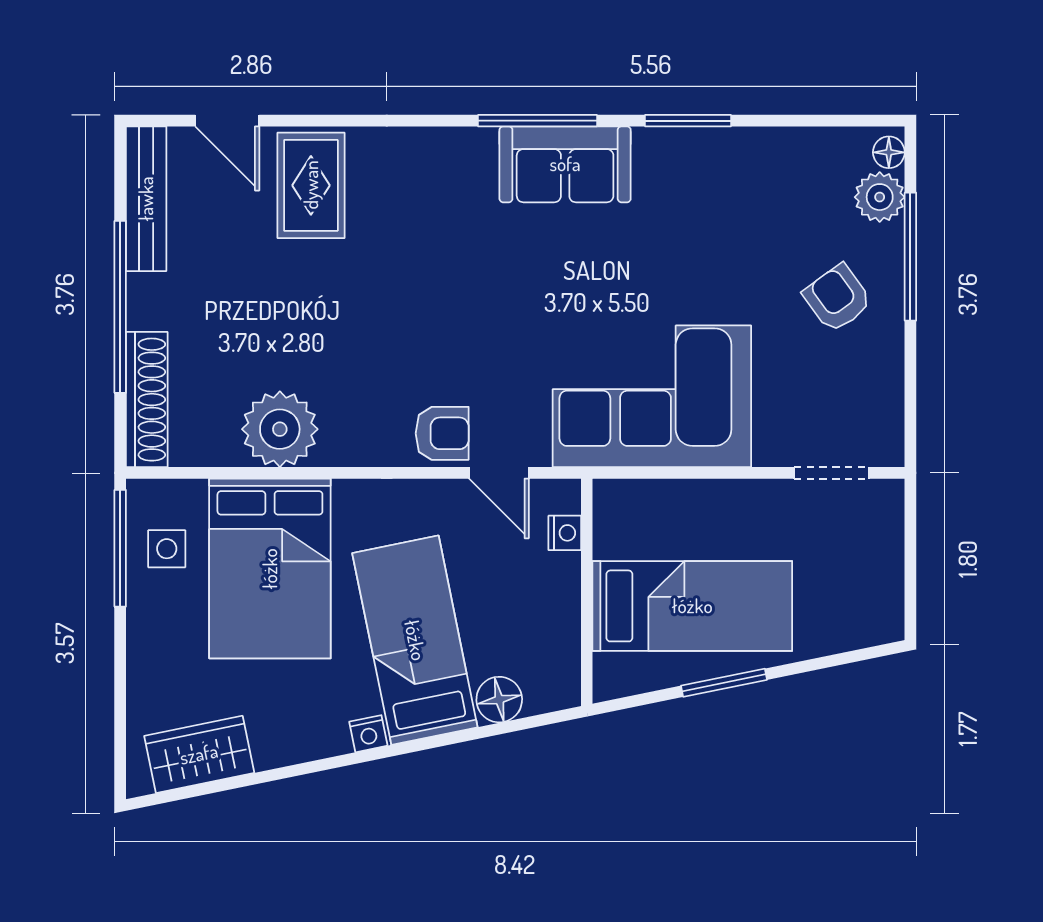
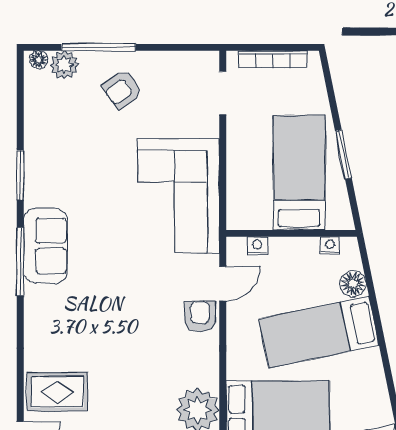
bookcase: (889, 560) -> (273, 59), added
nightstand: (368, 734) -> (330, 246), moved, turned -78

